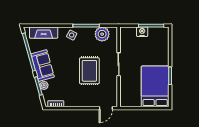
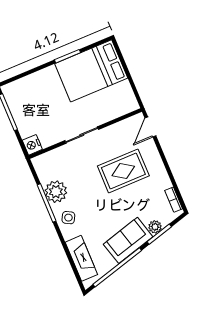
nightstand: (142, 32) -> (32, 145), moved
plant: (102, 34) -> (56, 192), moved
rug: (89, 71) -> (123, 171), moved
door: (106, 108) -> (150, 127), swing flipped

